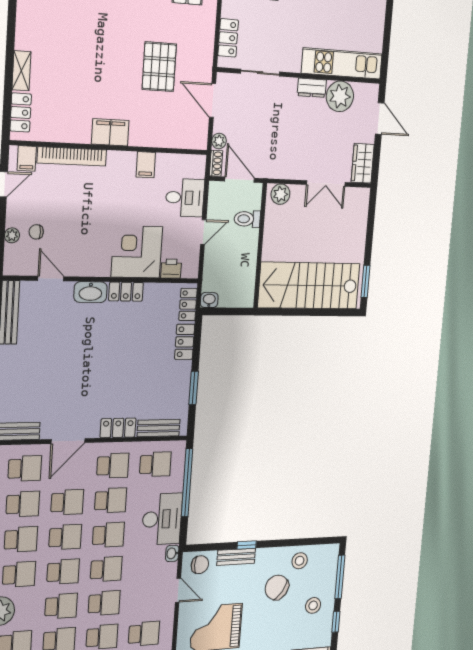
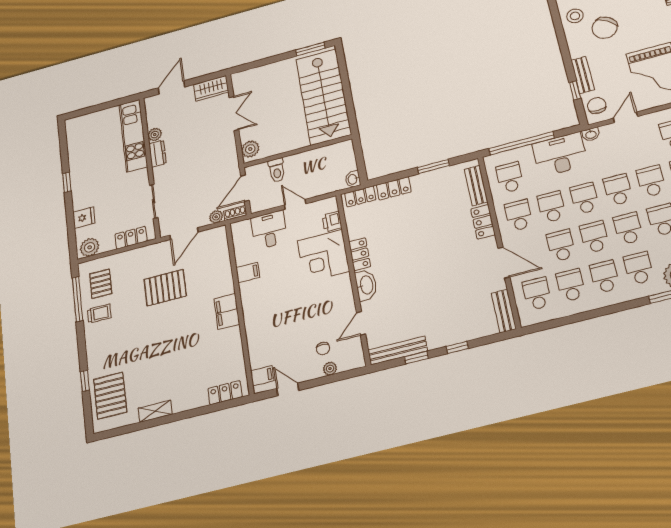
shelving: (21, 71) -> (155, 411), moved
plant: (340, 96) -> (155, 135), width x0.53, depth x0.53
bookcase: (72, 156) -> (253, 338), removed
window: (247, 545) -> (575, 90), moved

